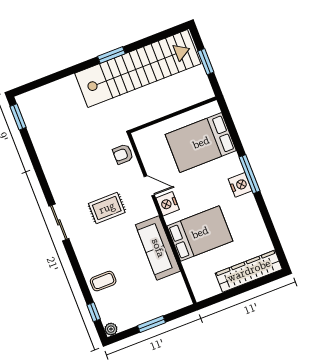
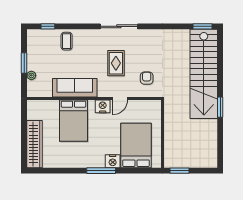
window: (206, 62) -> (180, 171), moved
stairs: (138, 69) -> (204, 74), moved
armchair: (123, 154) -> (147, 78), moved
nightstand: (240, 185) -> (113, 161), moved
sliding door: (59, 222) -> (119, 26), width x1.37
plant: (111, 329) -> (31, 75), moved

